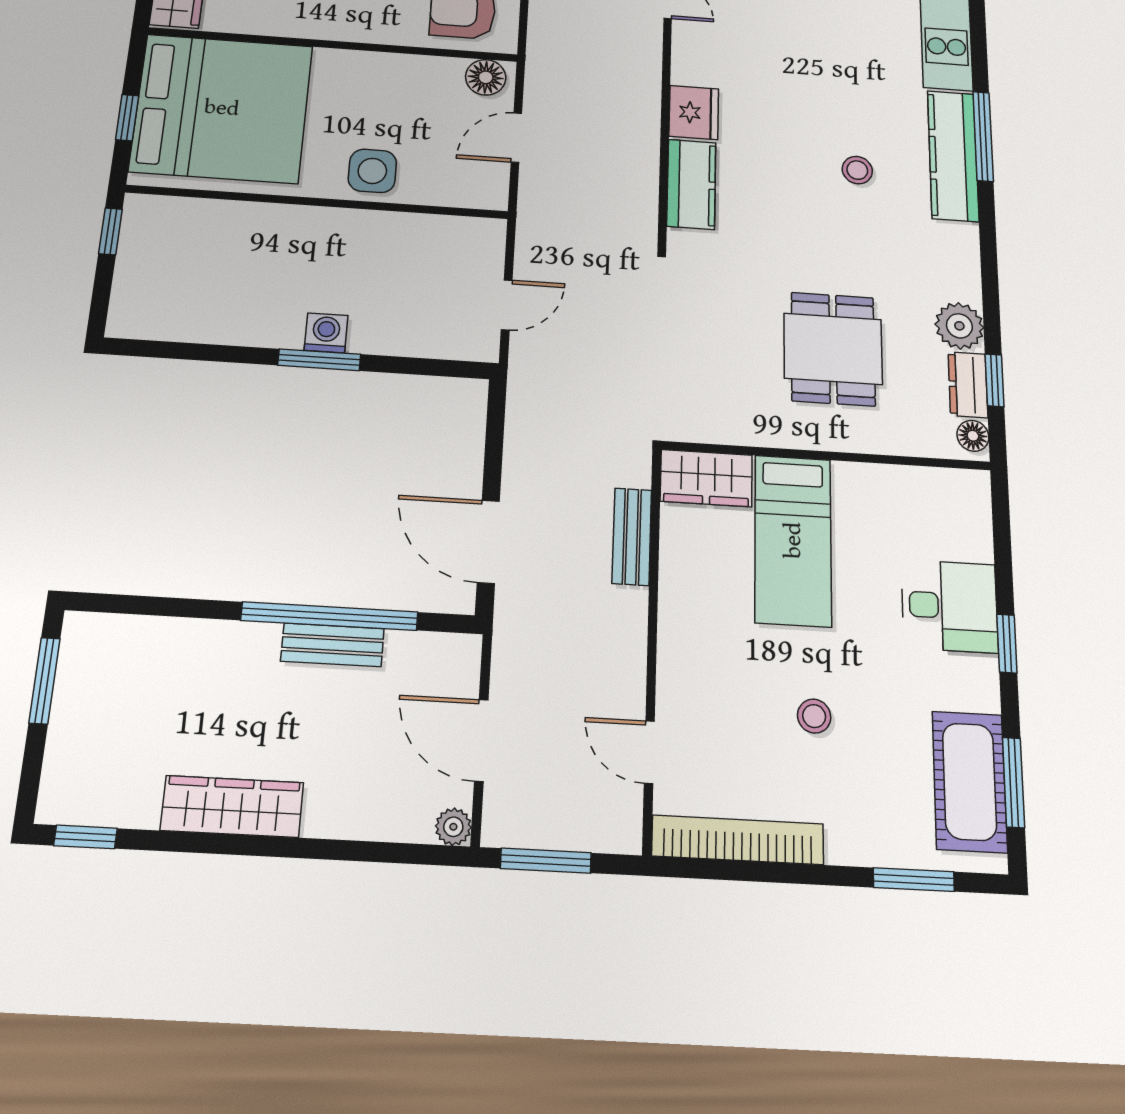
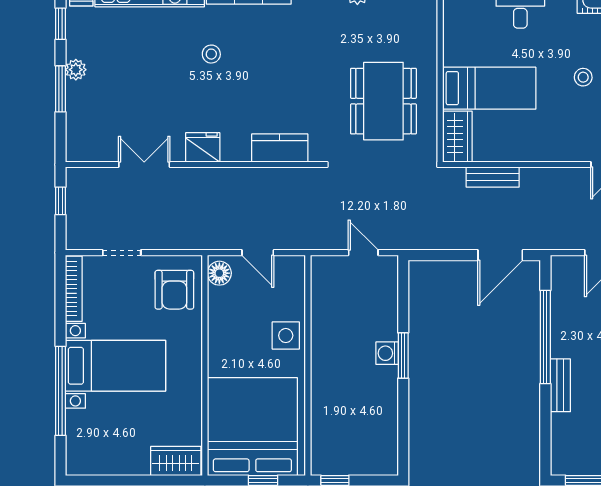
fridge: (694, 113) -> (203, 147), moved
stool: (857, 170) -> (211, 54), moved
dining table: (833, 349) -> (383, 101), moved, width x1.38
bench: (333, 645) -> (560, 385), moved

